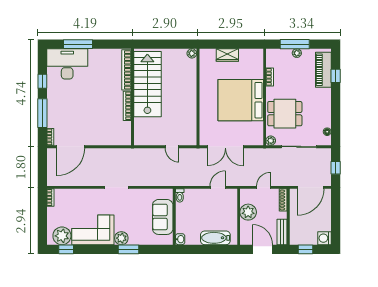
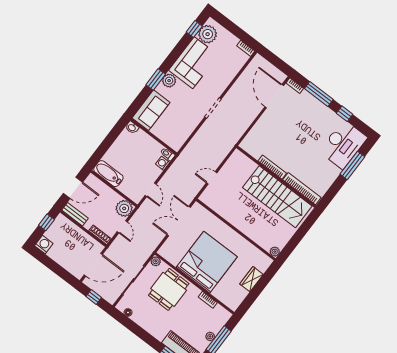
door: (311, 187) -> (93, 265), swing flipped
washing machine: (190, 194) -> (163, 163), added
plant: (248, 212) -> (124, 208), moved
sofa: (163, 217) -> (151, 110), moved, turned 90
bathtub: (215, 238) -> (108, 174), moved, turned -90

